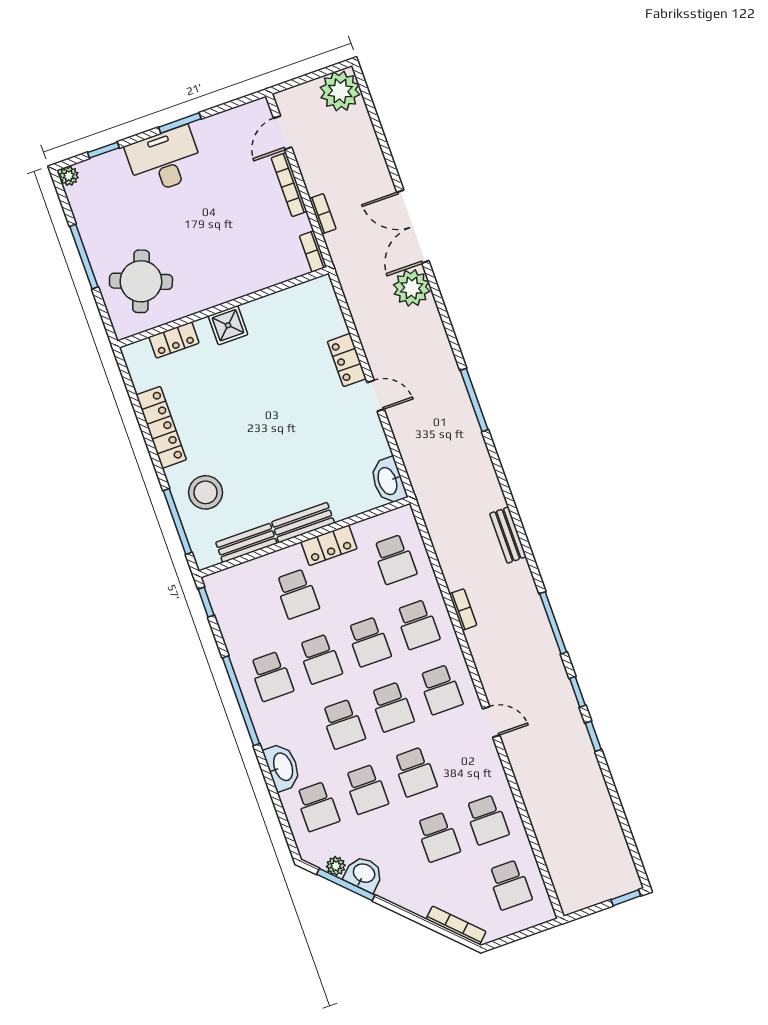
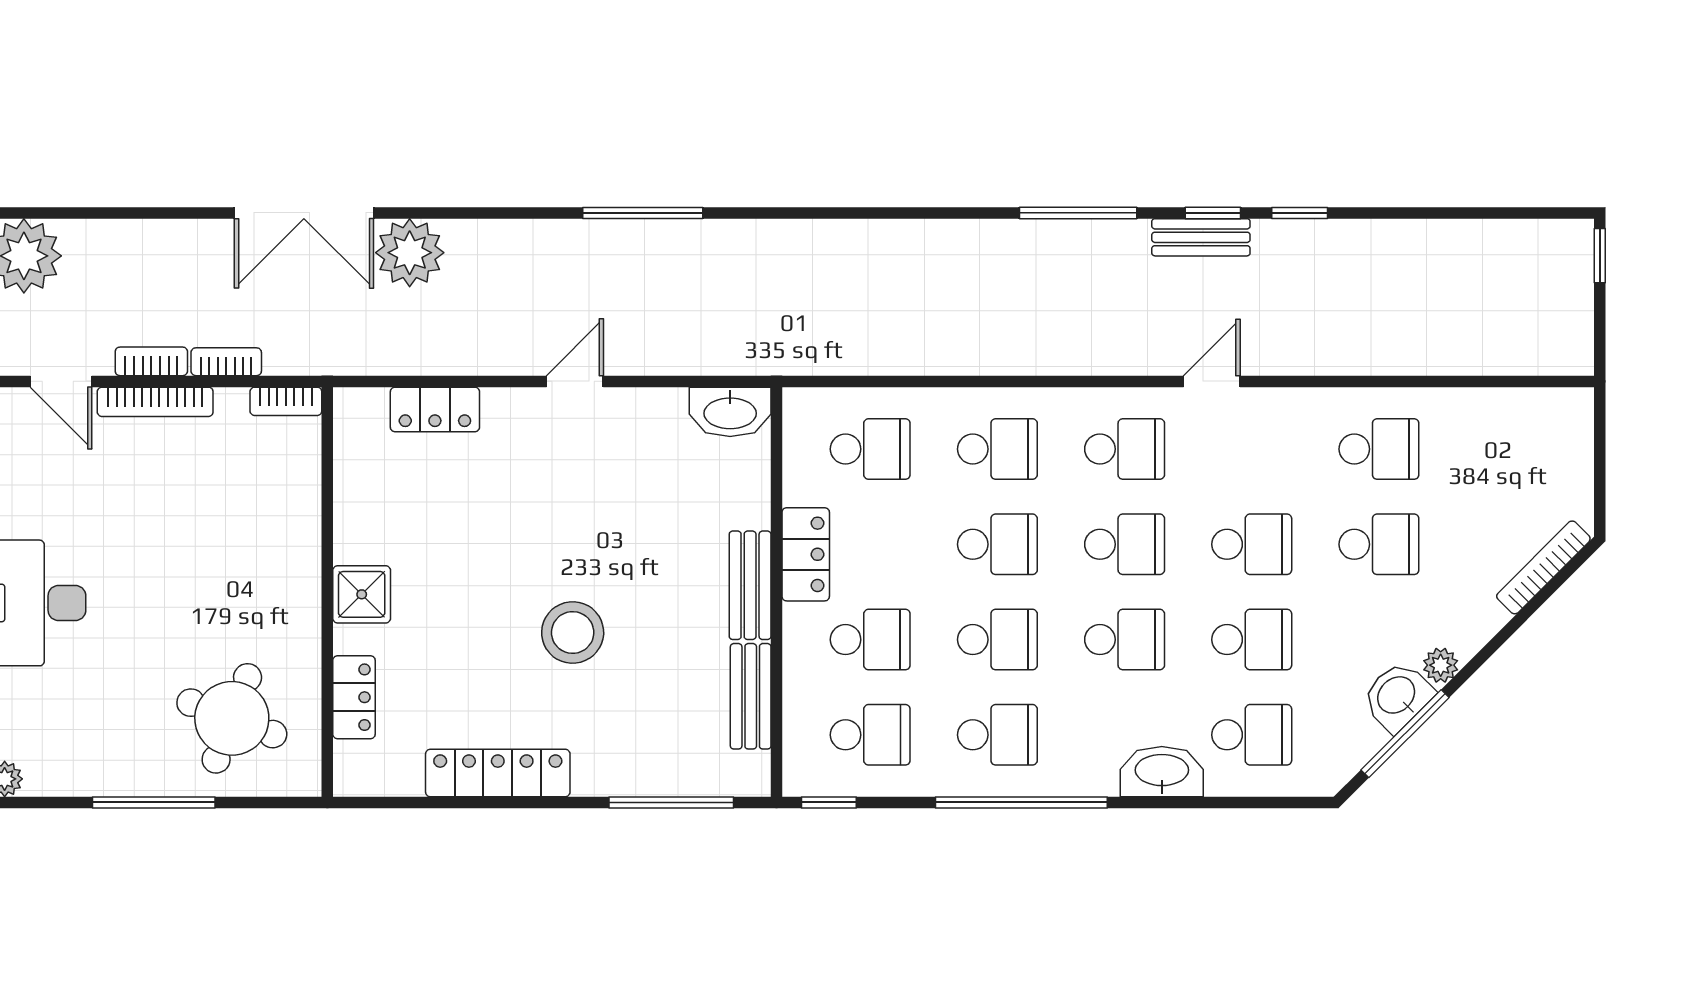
locker: (347, 360) -> (435, 409), moved
stool: (206, 492) -> (573, 633), moved
bench: (508, 535) -> (1201, 237), moved
bookcase: (463, 610) -> (151, 361), moved
plant: (336, 866) -> (1441, 665), moved
school desk: (510, 885) -> (870, 735), moved

